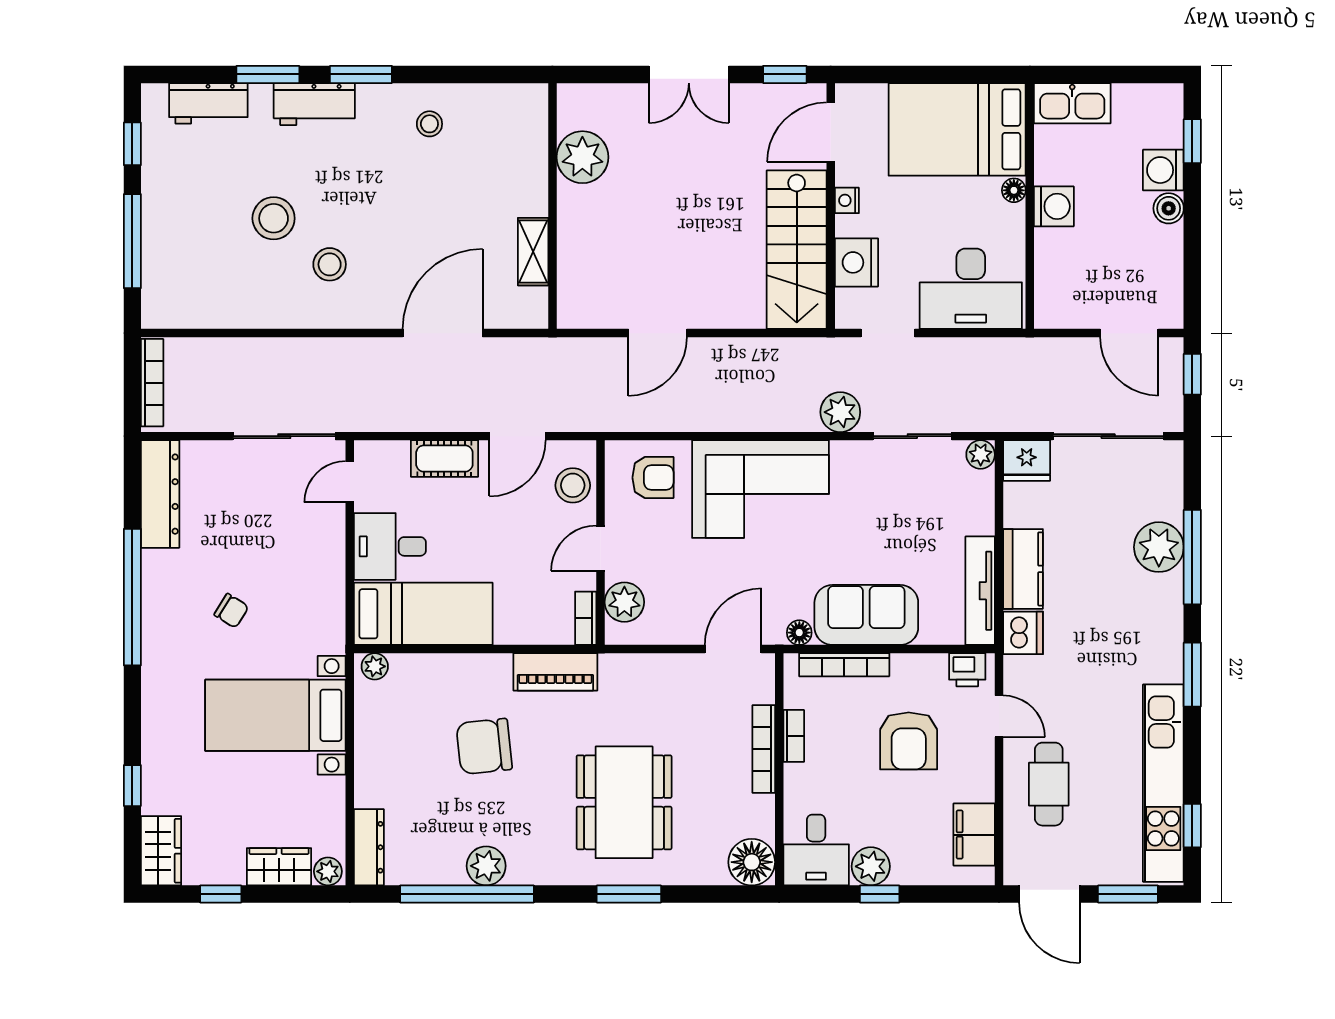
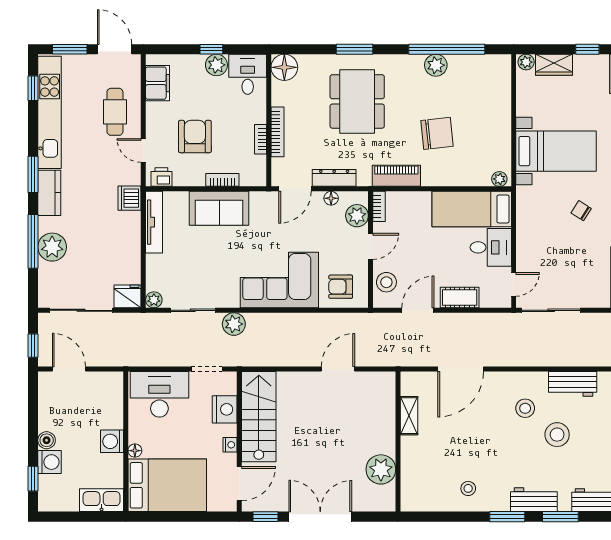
double door: (689, 74) -> (320, 517), width x1.37
workbench: (246, 307) -> (573, 384), added
kitchen counter: (1023, 569) -> (49, 193), moved, turned 180
floor lamp: (799, 633) -> (331, 198), moved
bookcase: (844, 665) -> (222, 180), width x0.64
dresser: (369, 847) -> (334, 178), moved, turned 90

